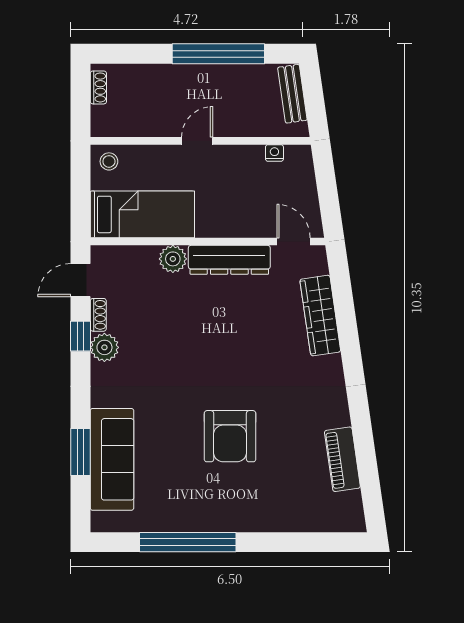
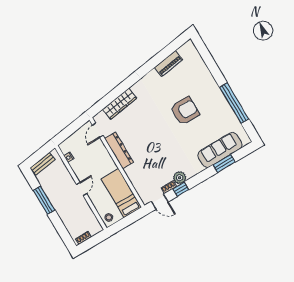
window: (218, 54) -> (44, 200), width x0.68
door: (197, 141) -> (81, 189), swing flipped
plant: (173, 259) -> (131, 172), removed

